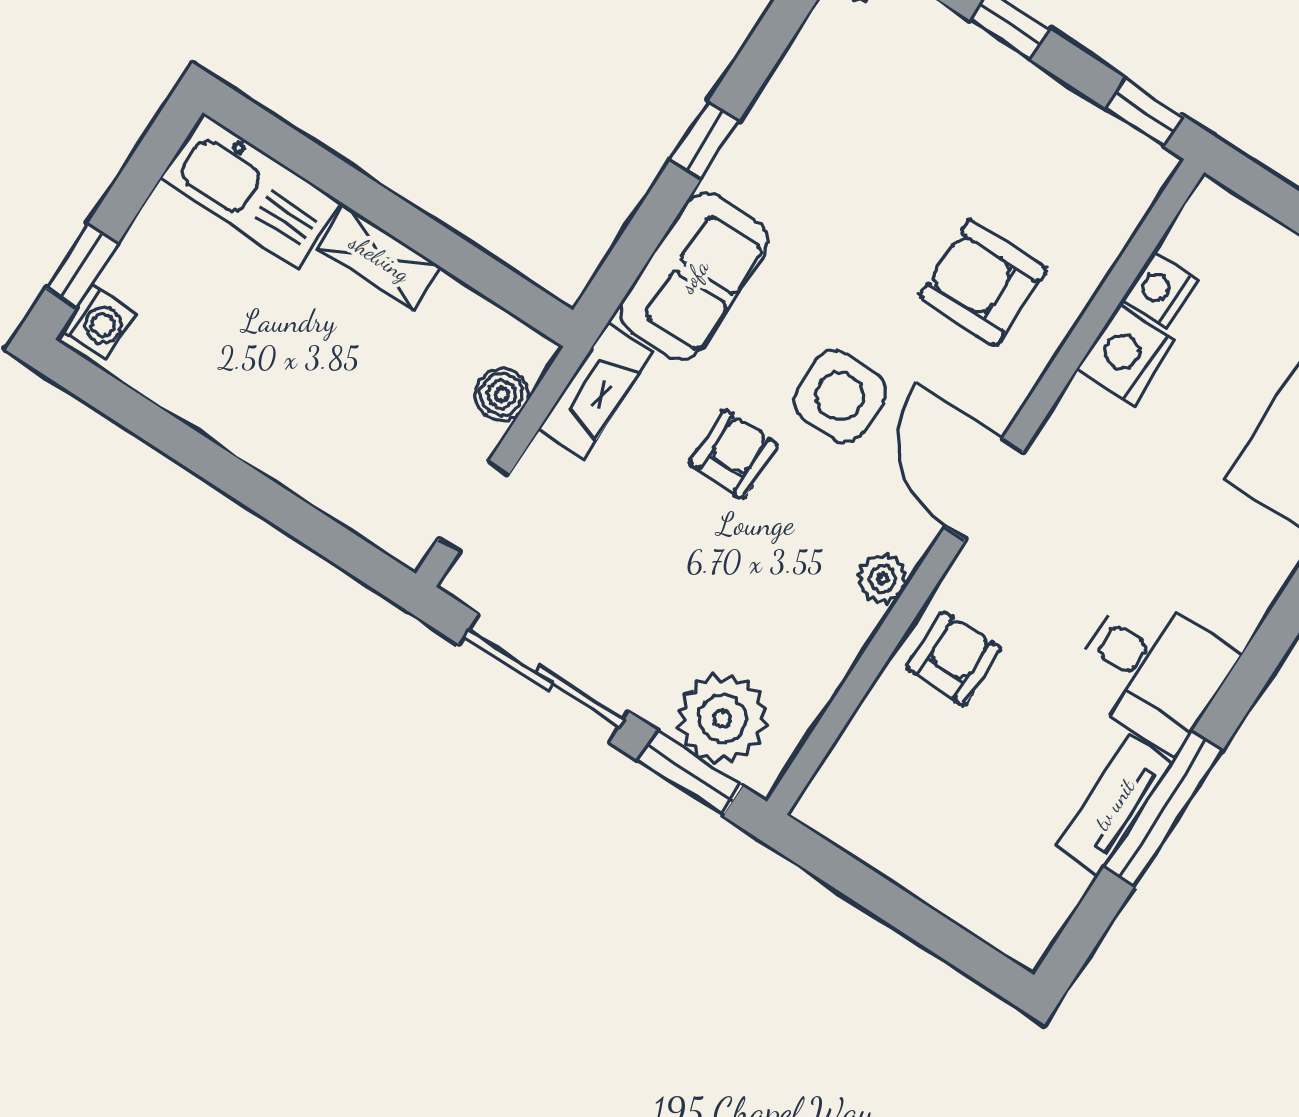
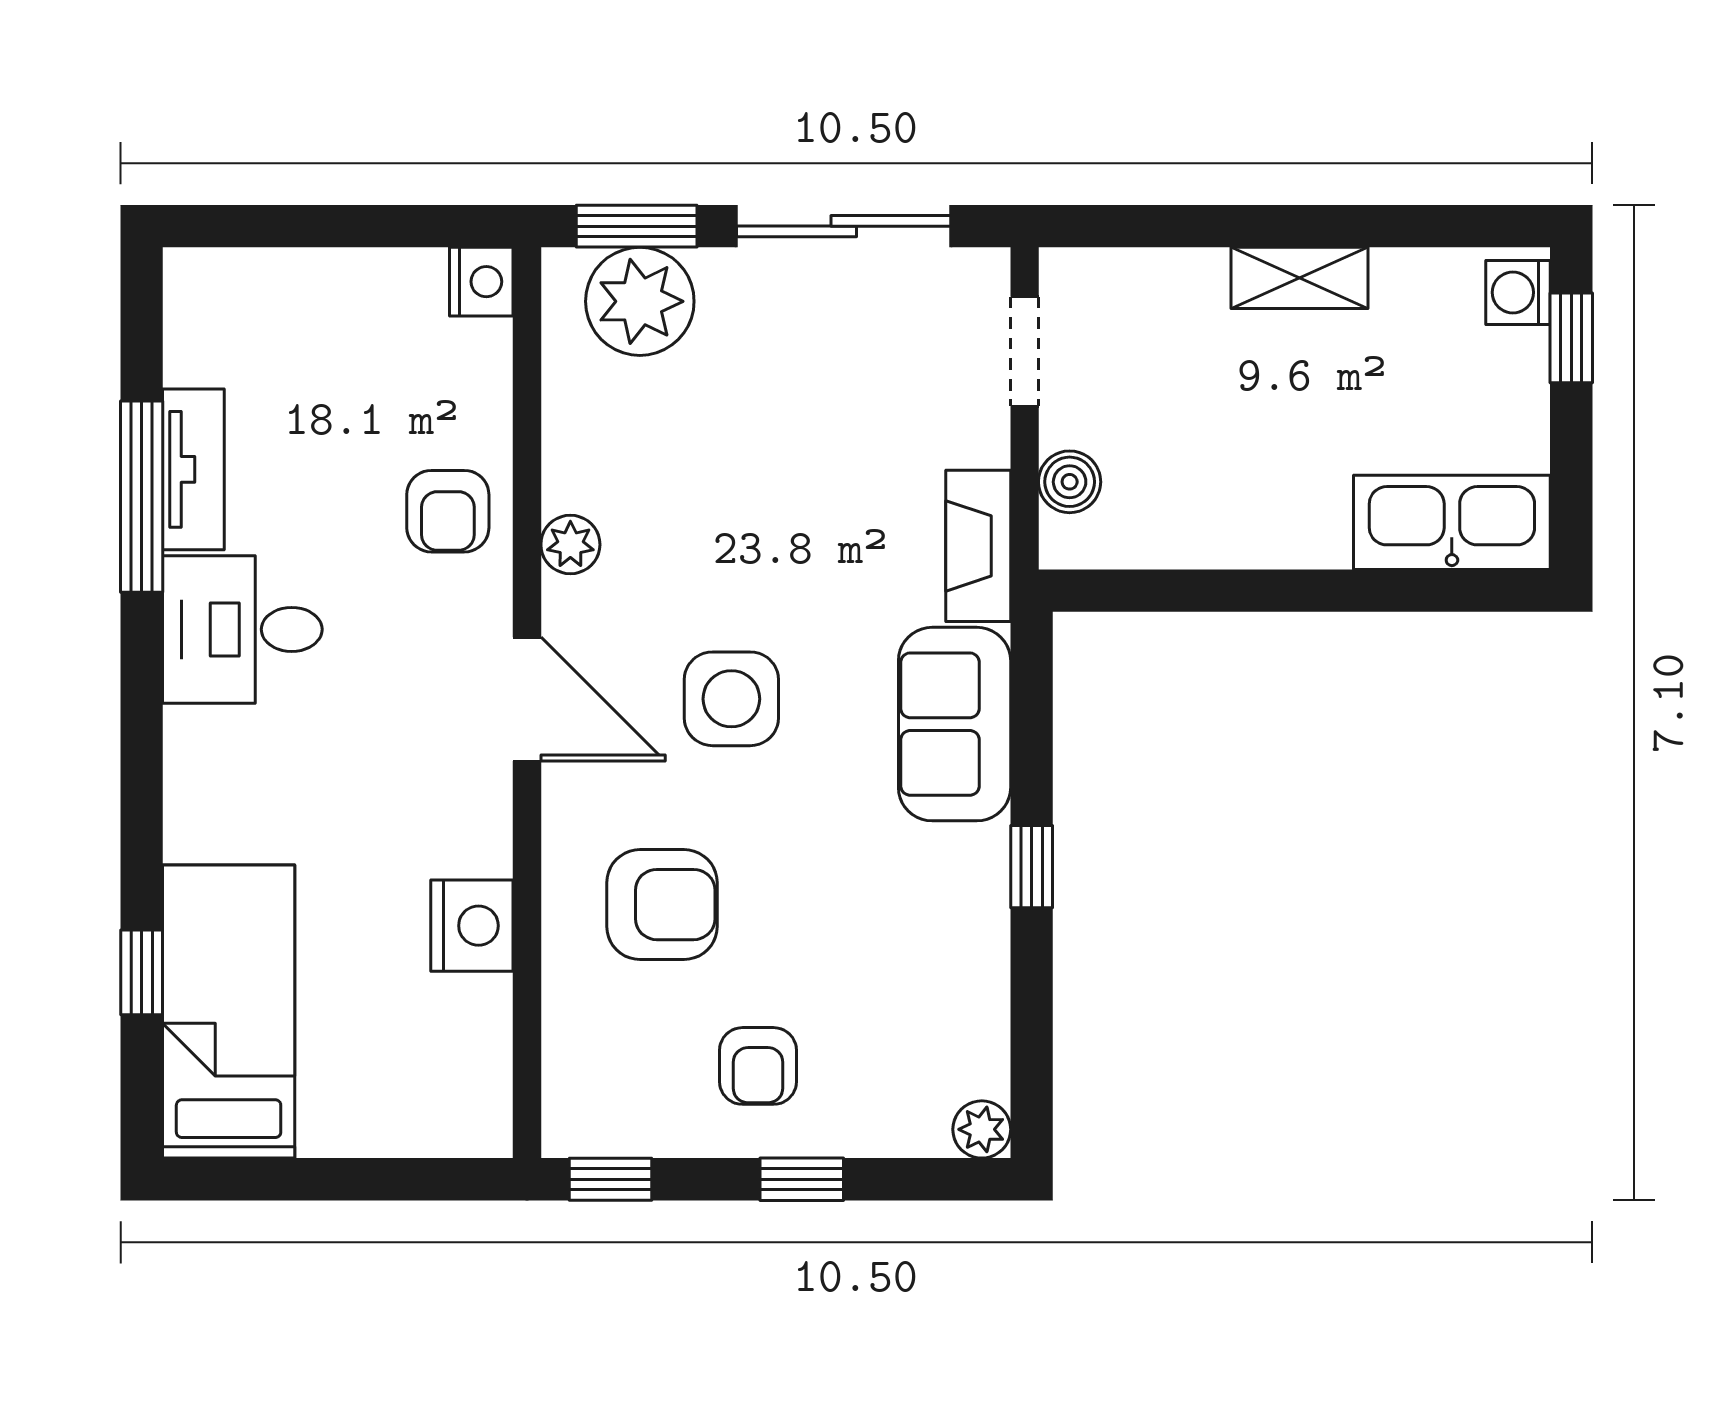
shelving: (380, 258) -> (1300, 278), moved
nightstand: (1159, 290) -> (481, 282), moved
armchair: (734, 454) -> (758, 1066), moved

